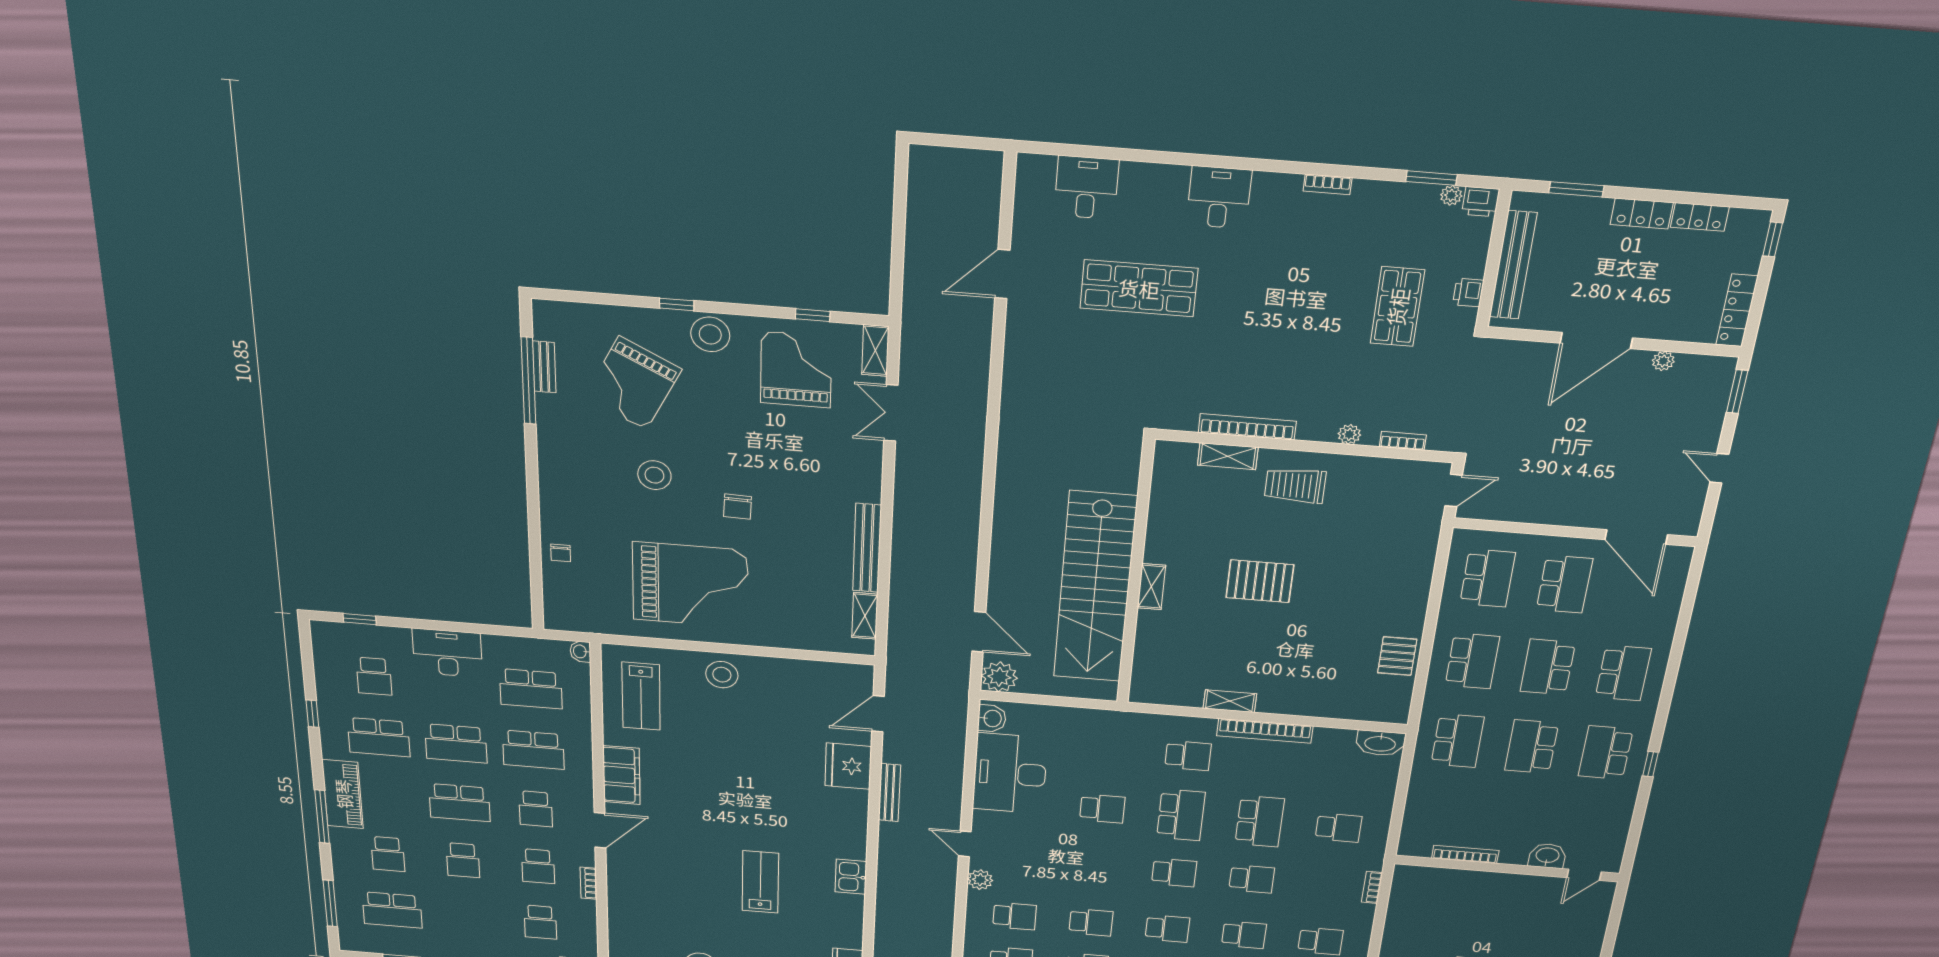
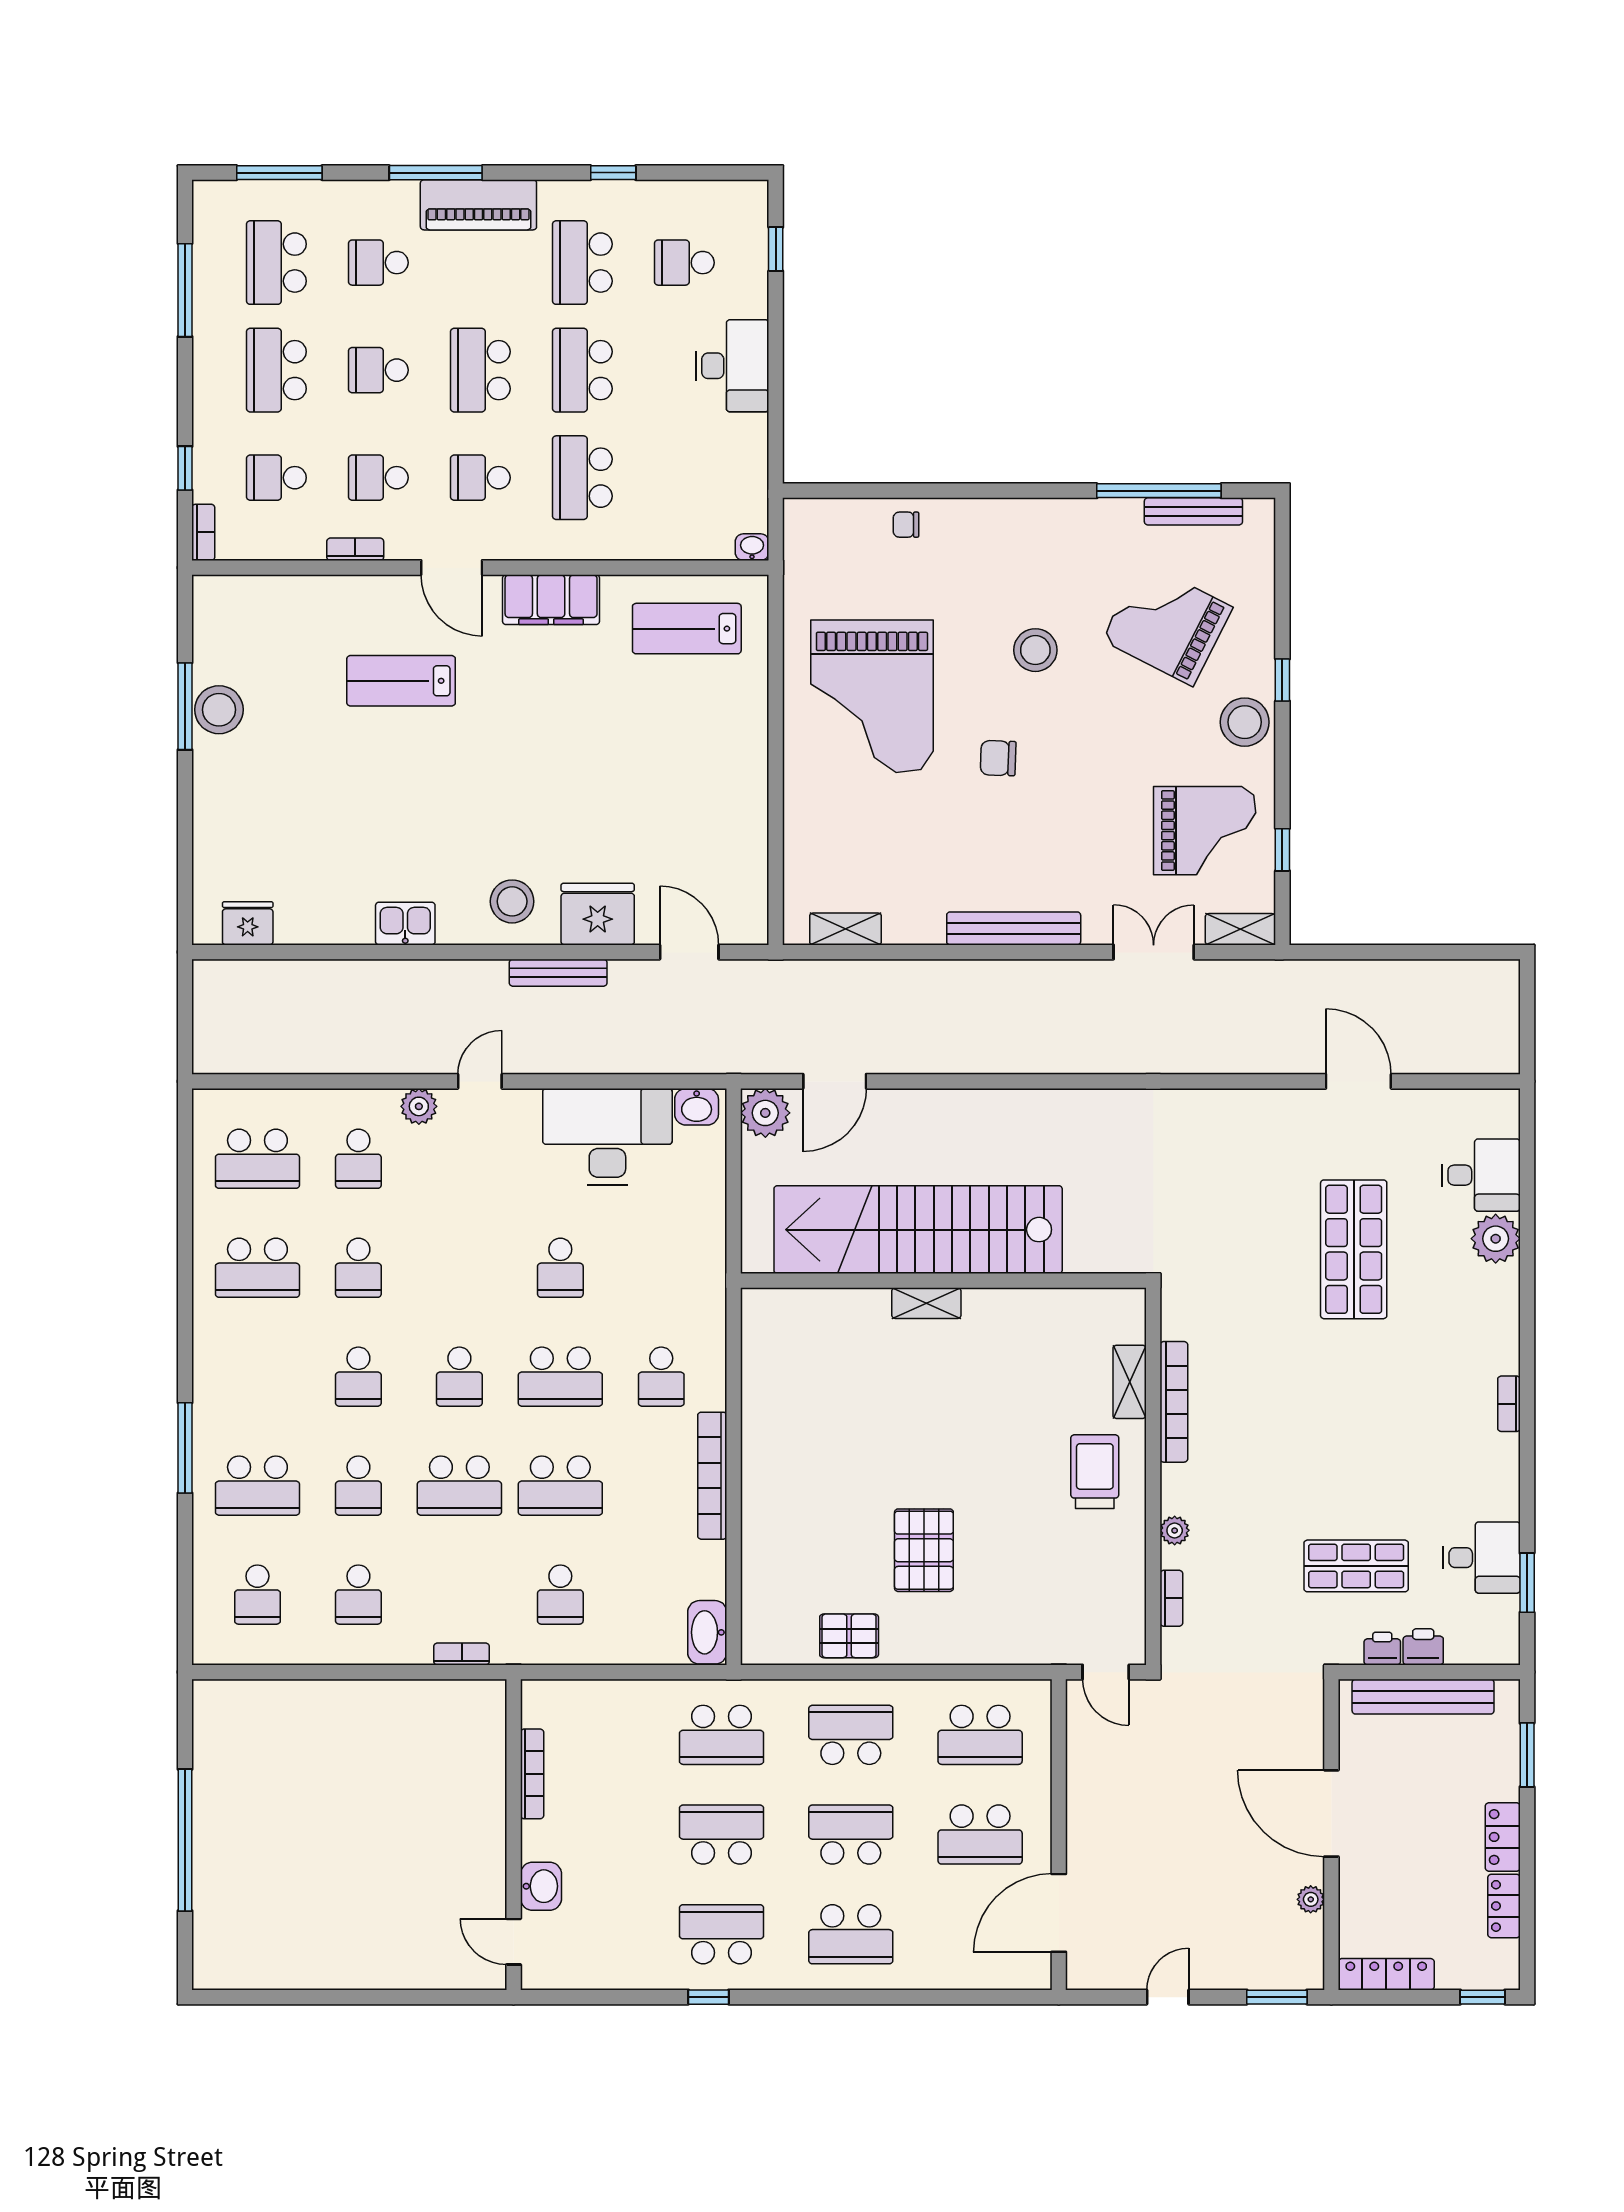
bookcase: (1327, 184) -> (1509, 1404), moved
plant: (1451, 195) -> (1496, 1239), moved, width x1.88, depth x1.88
desk: (1219, 197) -> (1482, 1558), moved
printer: (1481, 202) -> (1423, 1647), moved, turned 90
bench: (544, 367) -> (1193, 511), width x1.36
bench: (867, 548) -> (1014, 928), moved
pallet: (1260, 581) -> (924, 1550), moved
school desk: (1472, 661) -> (851, 1735), turned 180
stool: (722, 675) -> (512, 901), moved
school desk: (531, 689) -> (276, 370), moved
shelving: (1230, 701) -> (756, 1424), removed
school desk: (1252, 879) -> (459, 1486), width x1.85
lab bench: (760, 882) -> (401, 681), moved, turned 180

